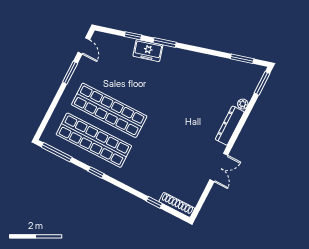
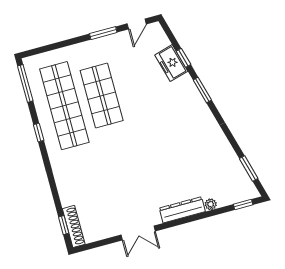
freezer: (148, 51) -> (171, 63), moved
window: (262, 83) -> (243, 204), width x0.67
shop shelf: (109, 110) -> (102, 96), width x0.71
window: (154, 202) -> (64, 225), moved

